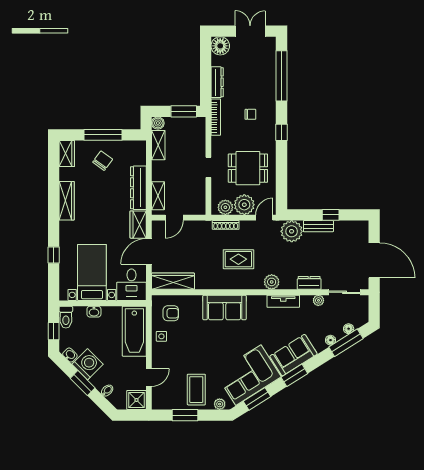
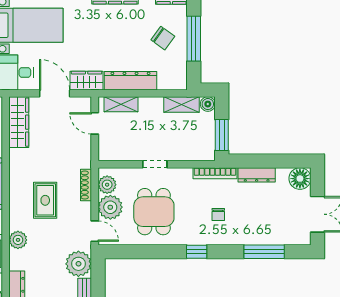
window: (282, 76) -> (264, 252), width x0.68

